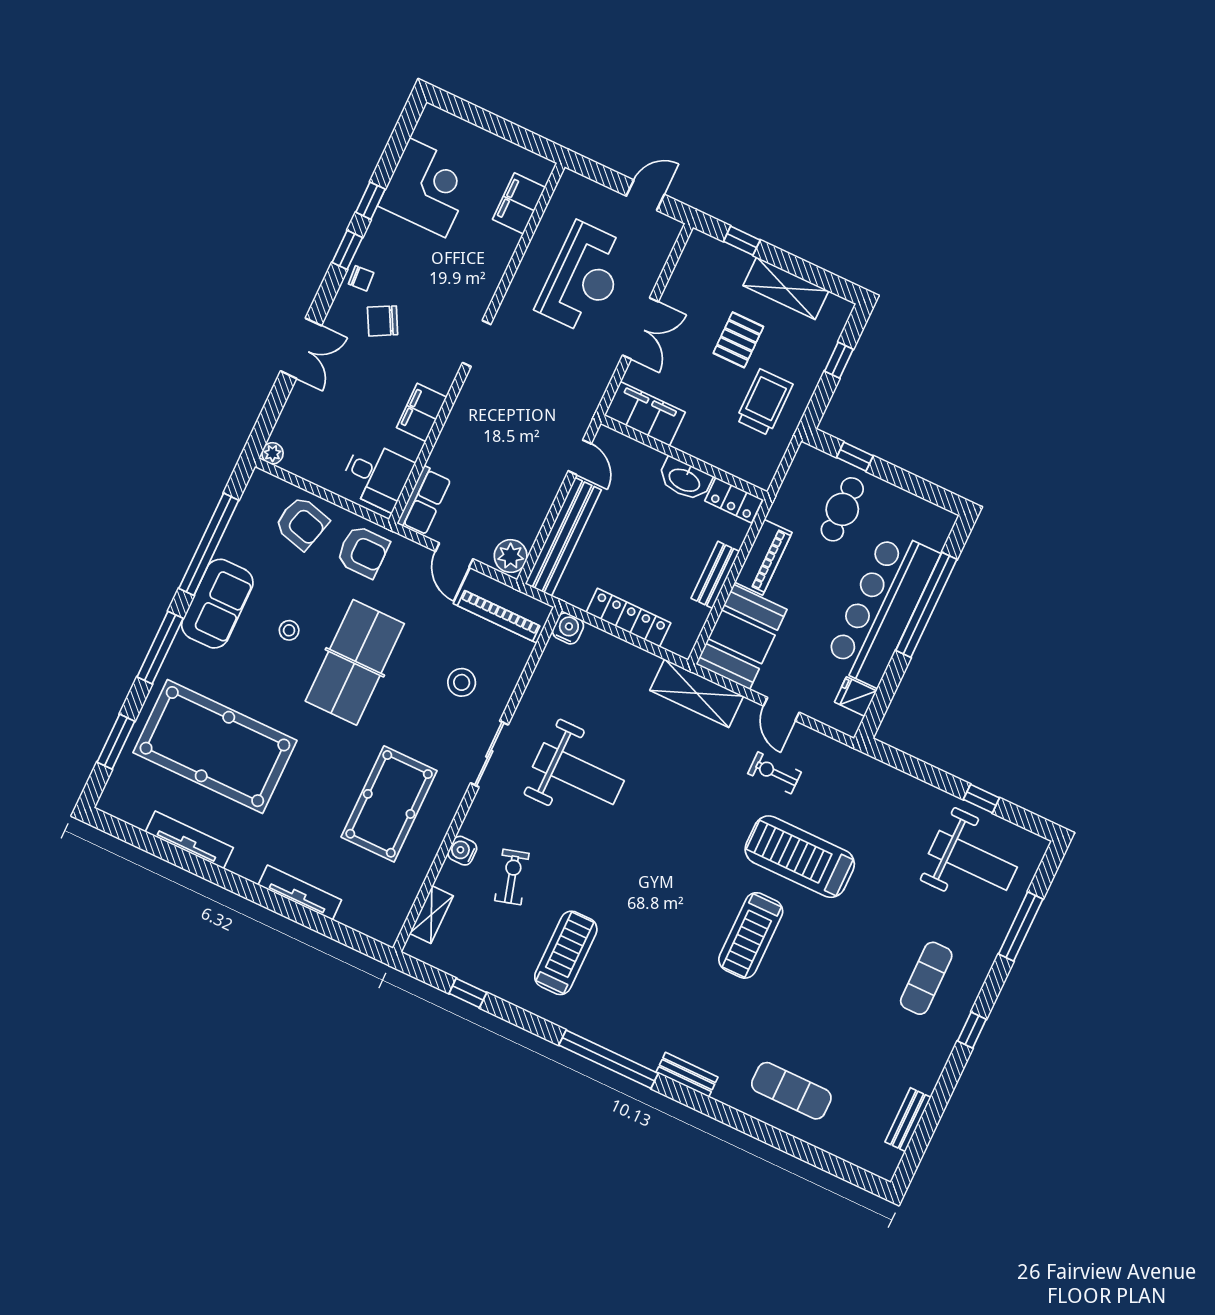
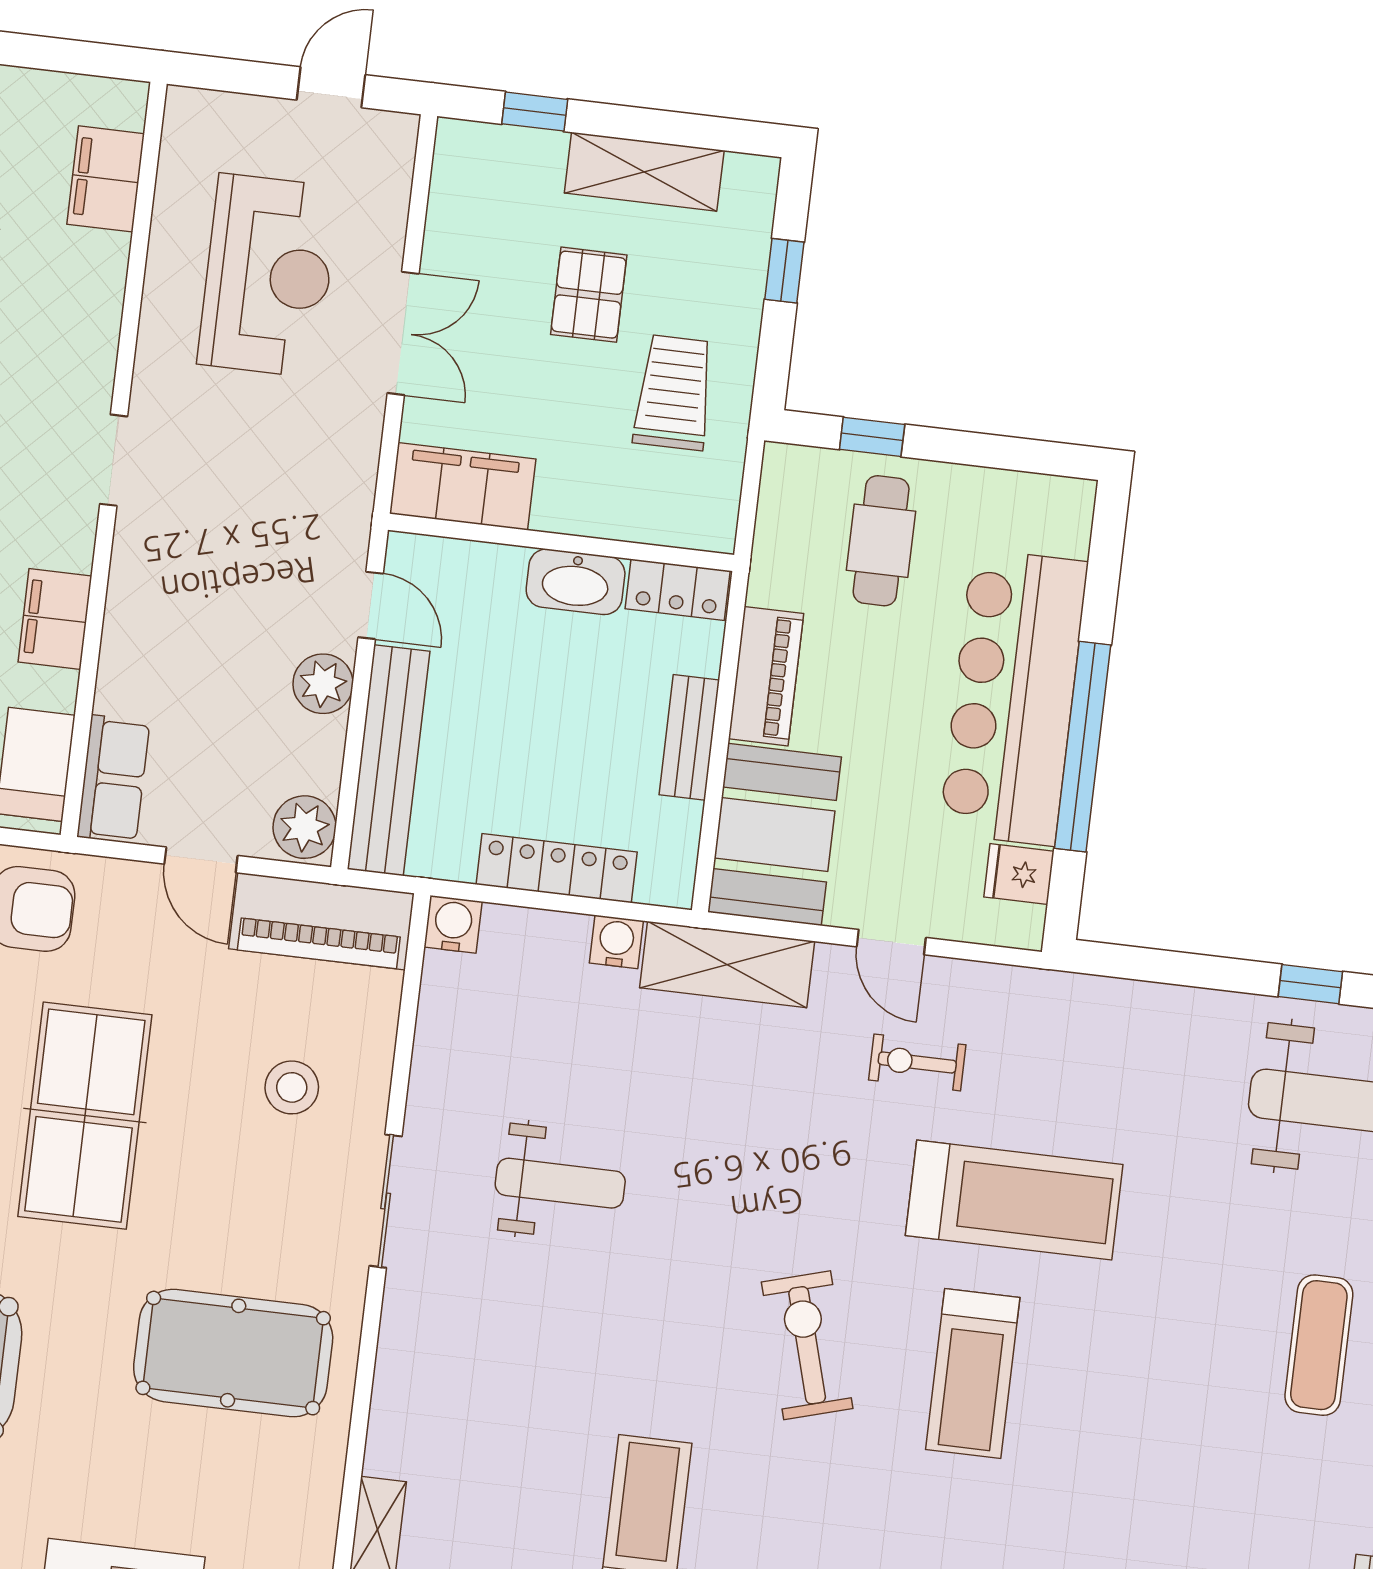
plant: (543, 488) -> (323, 684), added
window: (926, 605) -> (1083, 747), moved
weight bench: (578, 774) -> (560, 1183), width x0.73, depth x0.75
pool table: (389, 804) -> (233, 1353), turned 90
water cooler: (462, 851) -> (616, 942), moved, turned 90
treadmill: (800, 857) -> (1014, 1200), turned 180
exercise bike: (512, 877) -> (807, 1345), moved, width x1.38, depth x1.39

